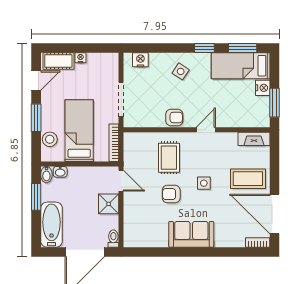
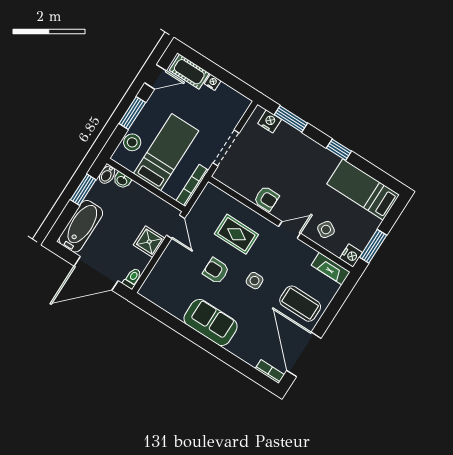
window: (243, 48) -> (291, 119), moved
side table: (181, 71) -> (326, 230), moved
nightstand: (263, 88) -> (351, 255), moved
rug: (169, 158) -> (236, 234), turned 90

